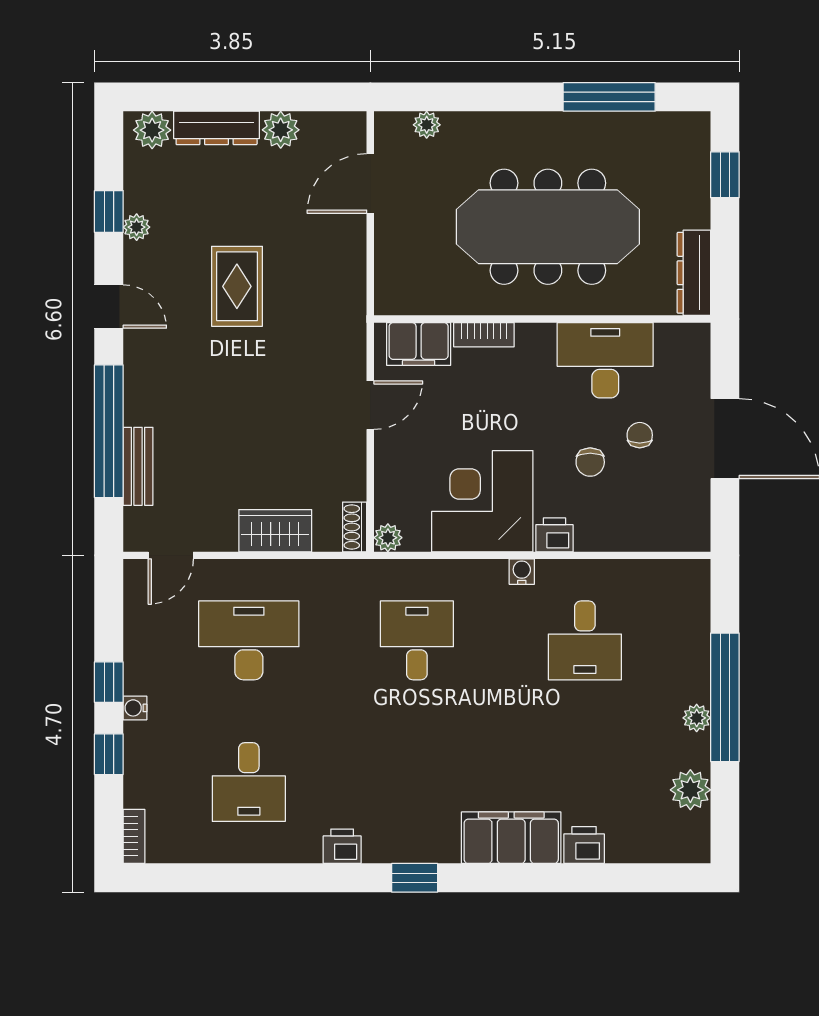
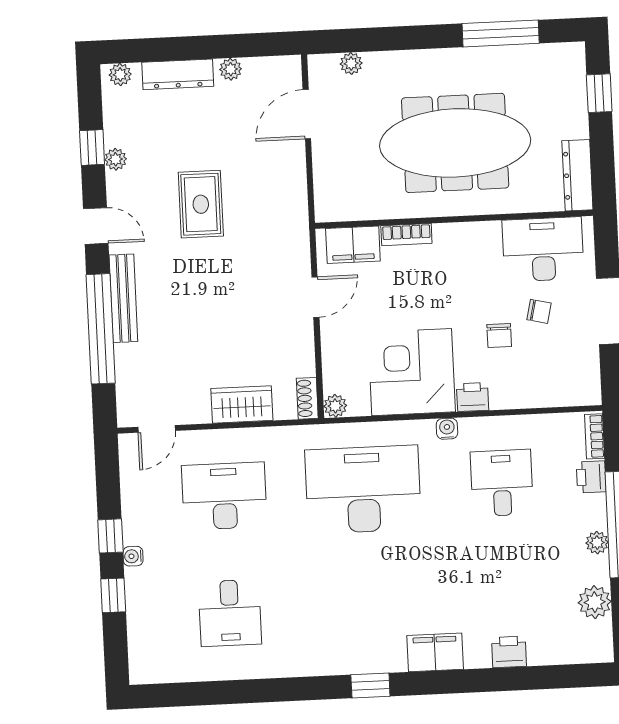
plant: (152, 130) -> (120, 74), width x0.73, depth x0.73
plant: (281, 130) -> (231, 69), width x0.73, depth x0.73
desk: (605, 360) -> (543, 249), moved
chair: (640, 435) -> (539, 311), turned 103
bench: (138, 466) -> (123, 298), moved, width x1.36
desk: (417, 640) -> (363, 489), width x1.87, depth x1.30
desk: (585, 640) -> (502, 483), turned 180
bookcase: (134, 836) -> (595, 436), moved, turned 180
filing cabinet: (511, 838) -> (435, 652), width x0.67, depth x0.86
printer: (342, 846) -> (591, 477), moved, turned -90

